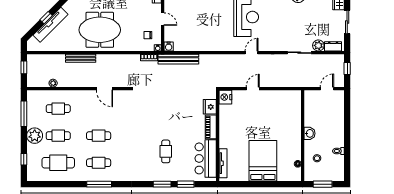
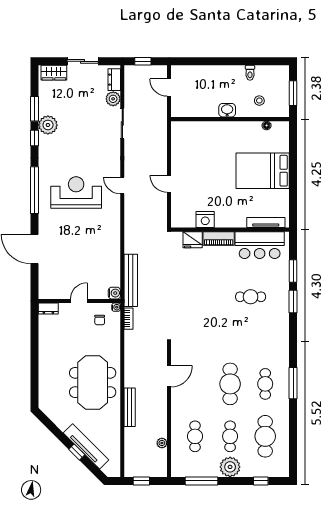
nightstand: (225, 97) -> (205, 220), moved
cafe table: (99, 136) -> (230, 384), width x1.37, depth x1.35

